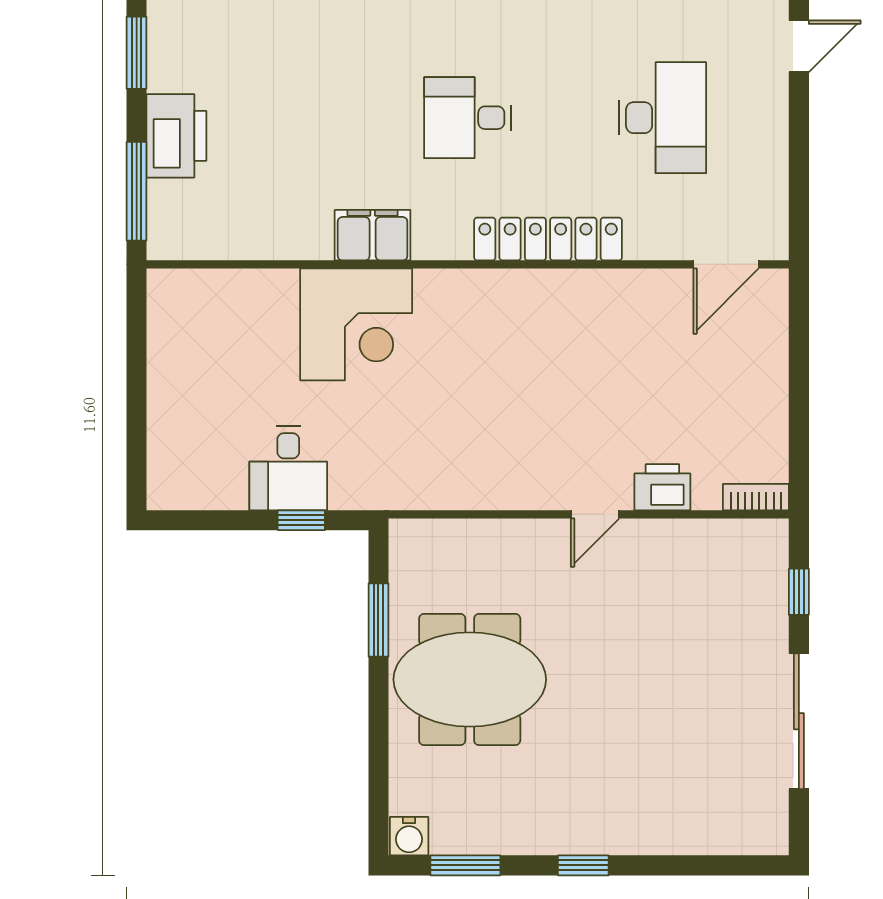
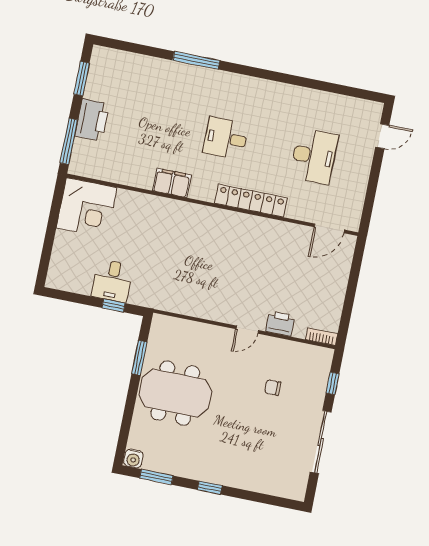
corner desk: (356, 324) -> (87, 208), moved
chair: (674, 626) -> (273, 388), added

